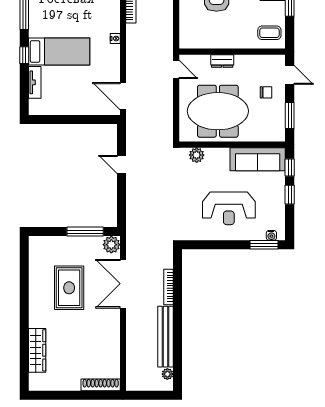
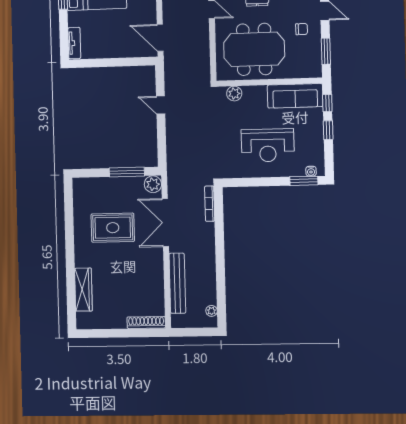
tv unit: (35, 82) -> (74, 43), moved
bookcase: (169, 287) -> (210, 204), moved
rug: (69, 288) -> (113, 228), turned 90
bench: (166, 337) -> (177, 283), moved

